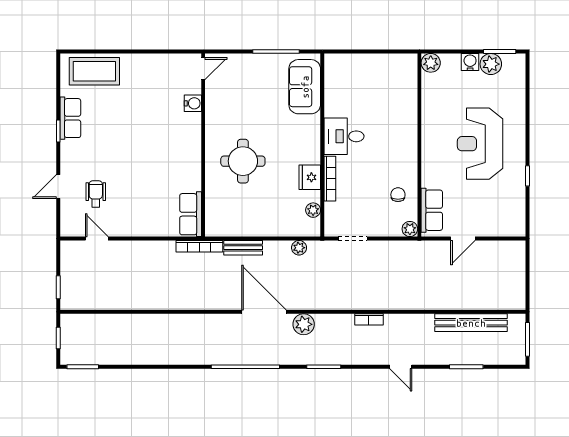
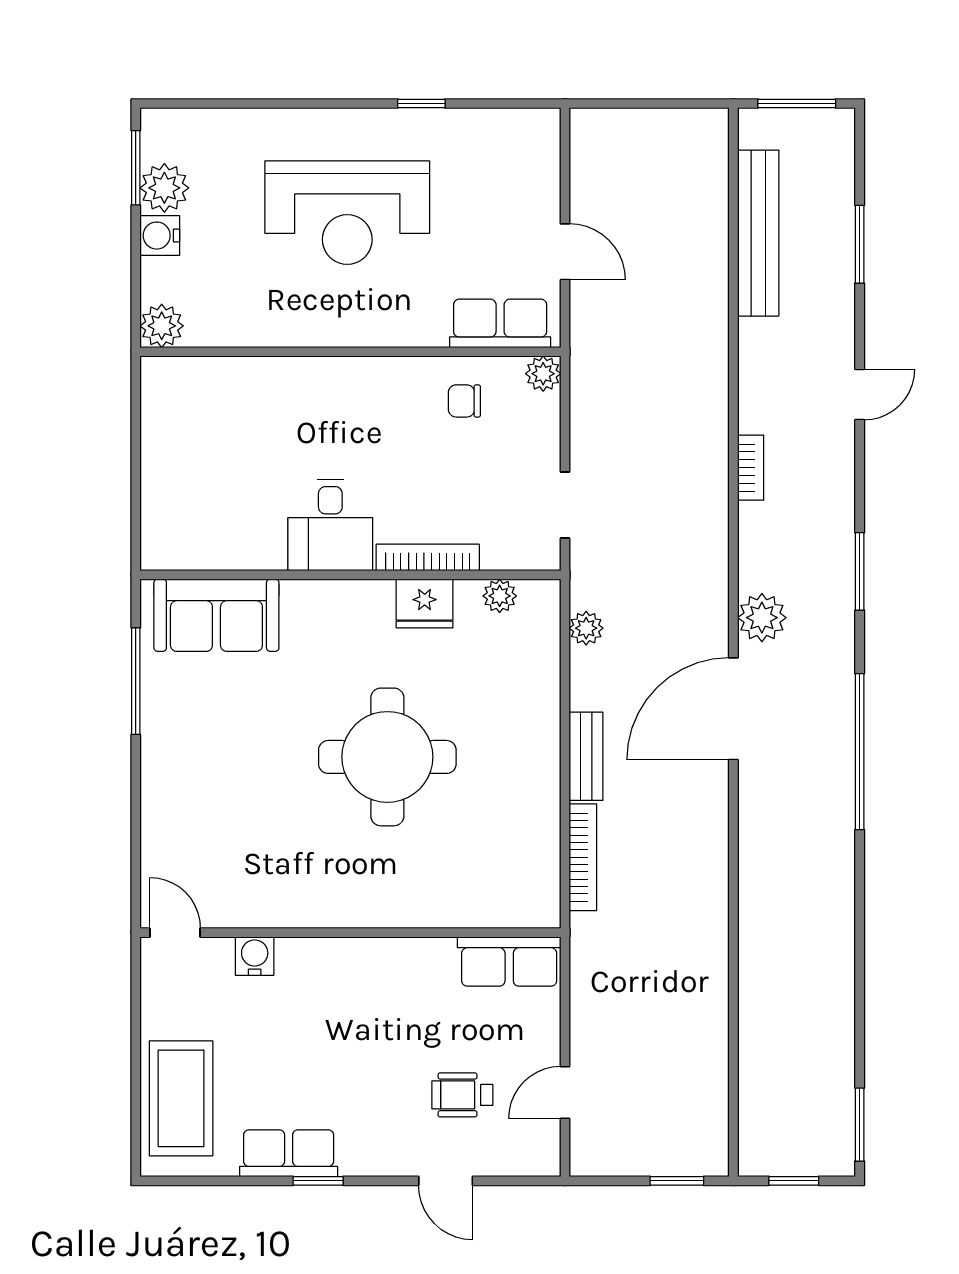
door: (203, 69) -> (175, 933), moved
water cooler: (193, 103) -> (255, 956), moved
wall: (203, 145) -> (350, 933), moved
round table: (243, 161) -> (387, 757), width x1.36, depth x1.36
row of seats: (191, 214) -> (509, 961), moved

